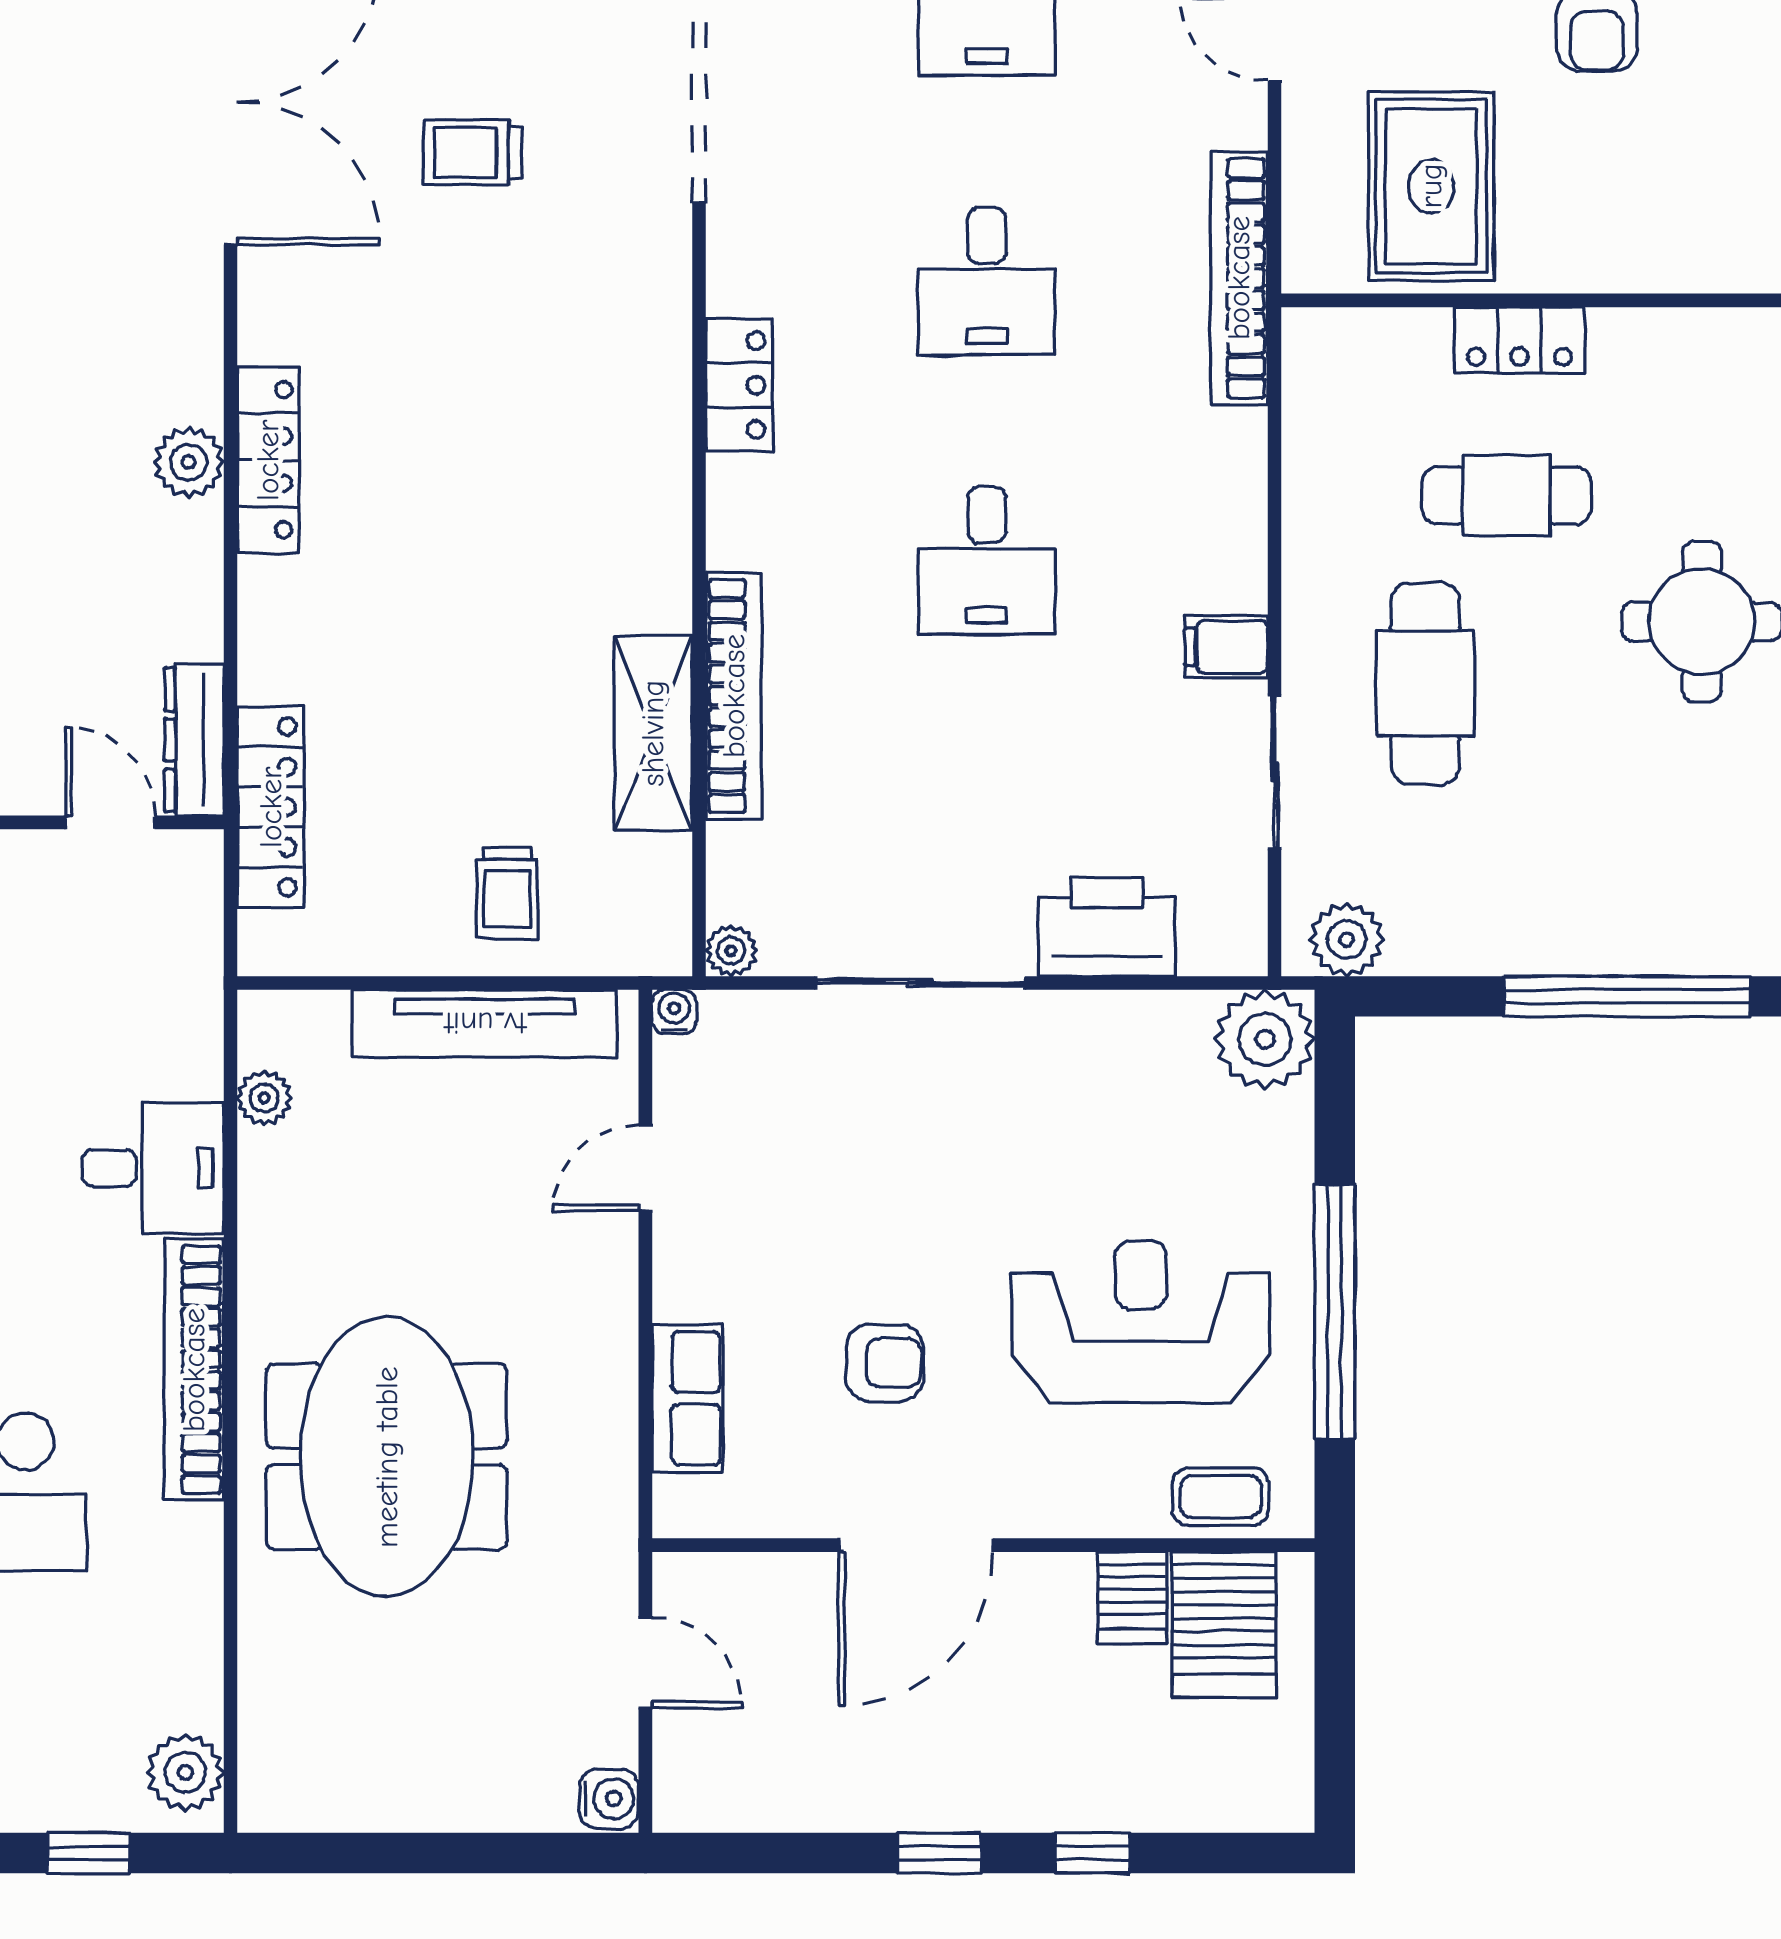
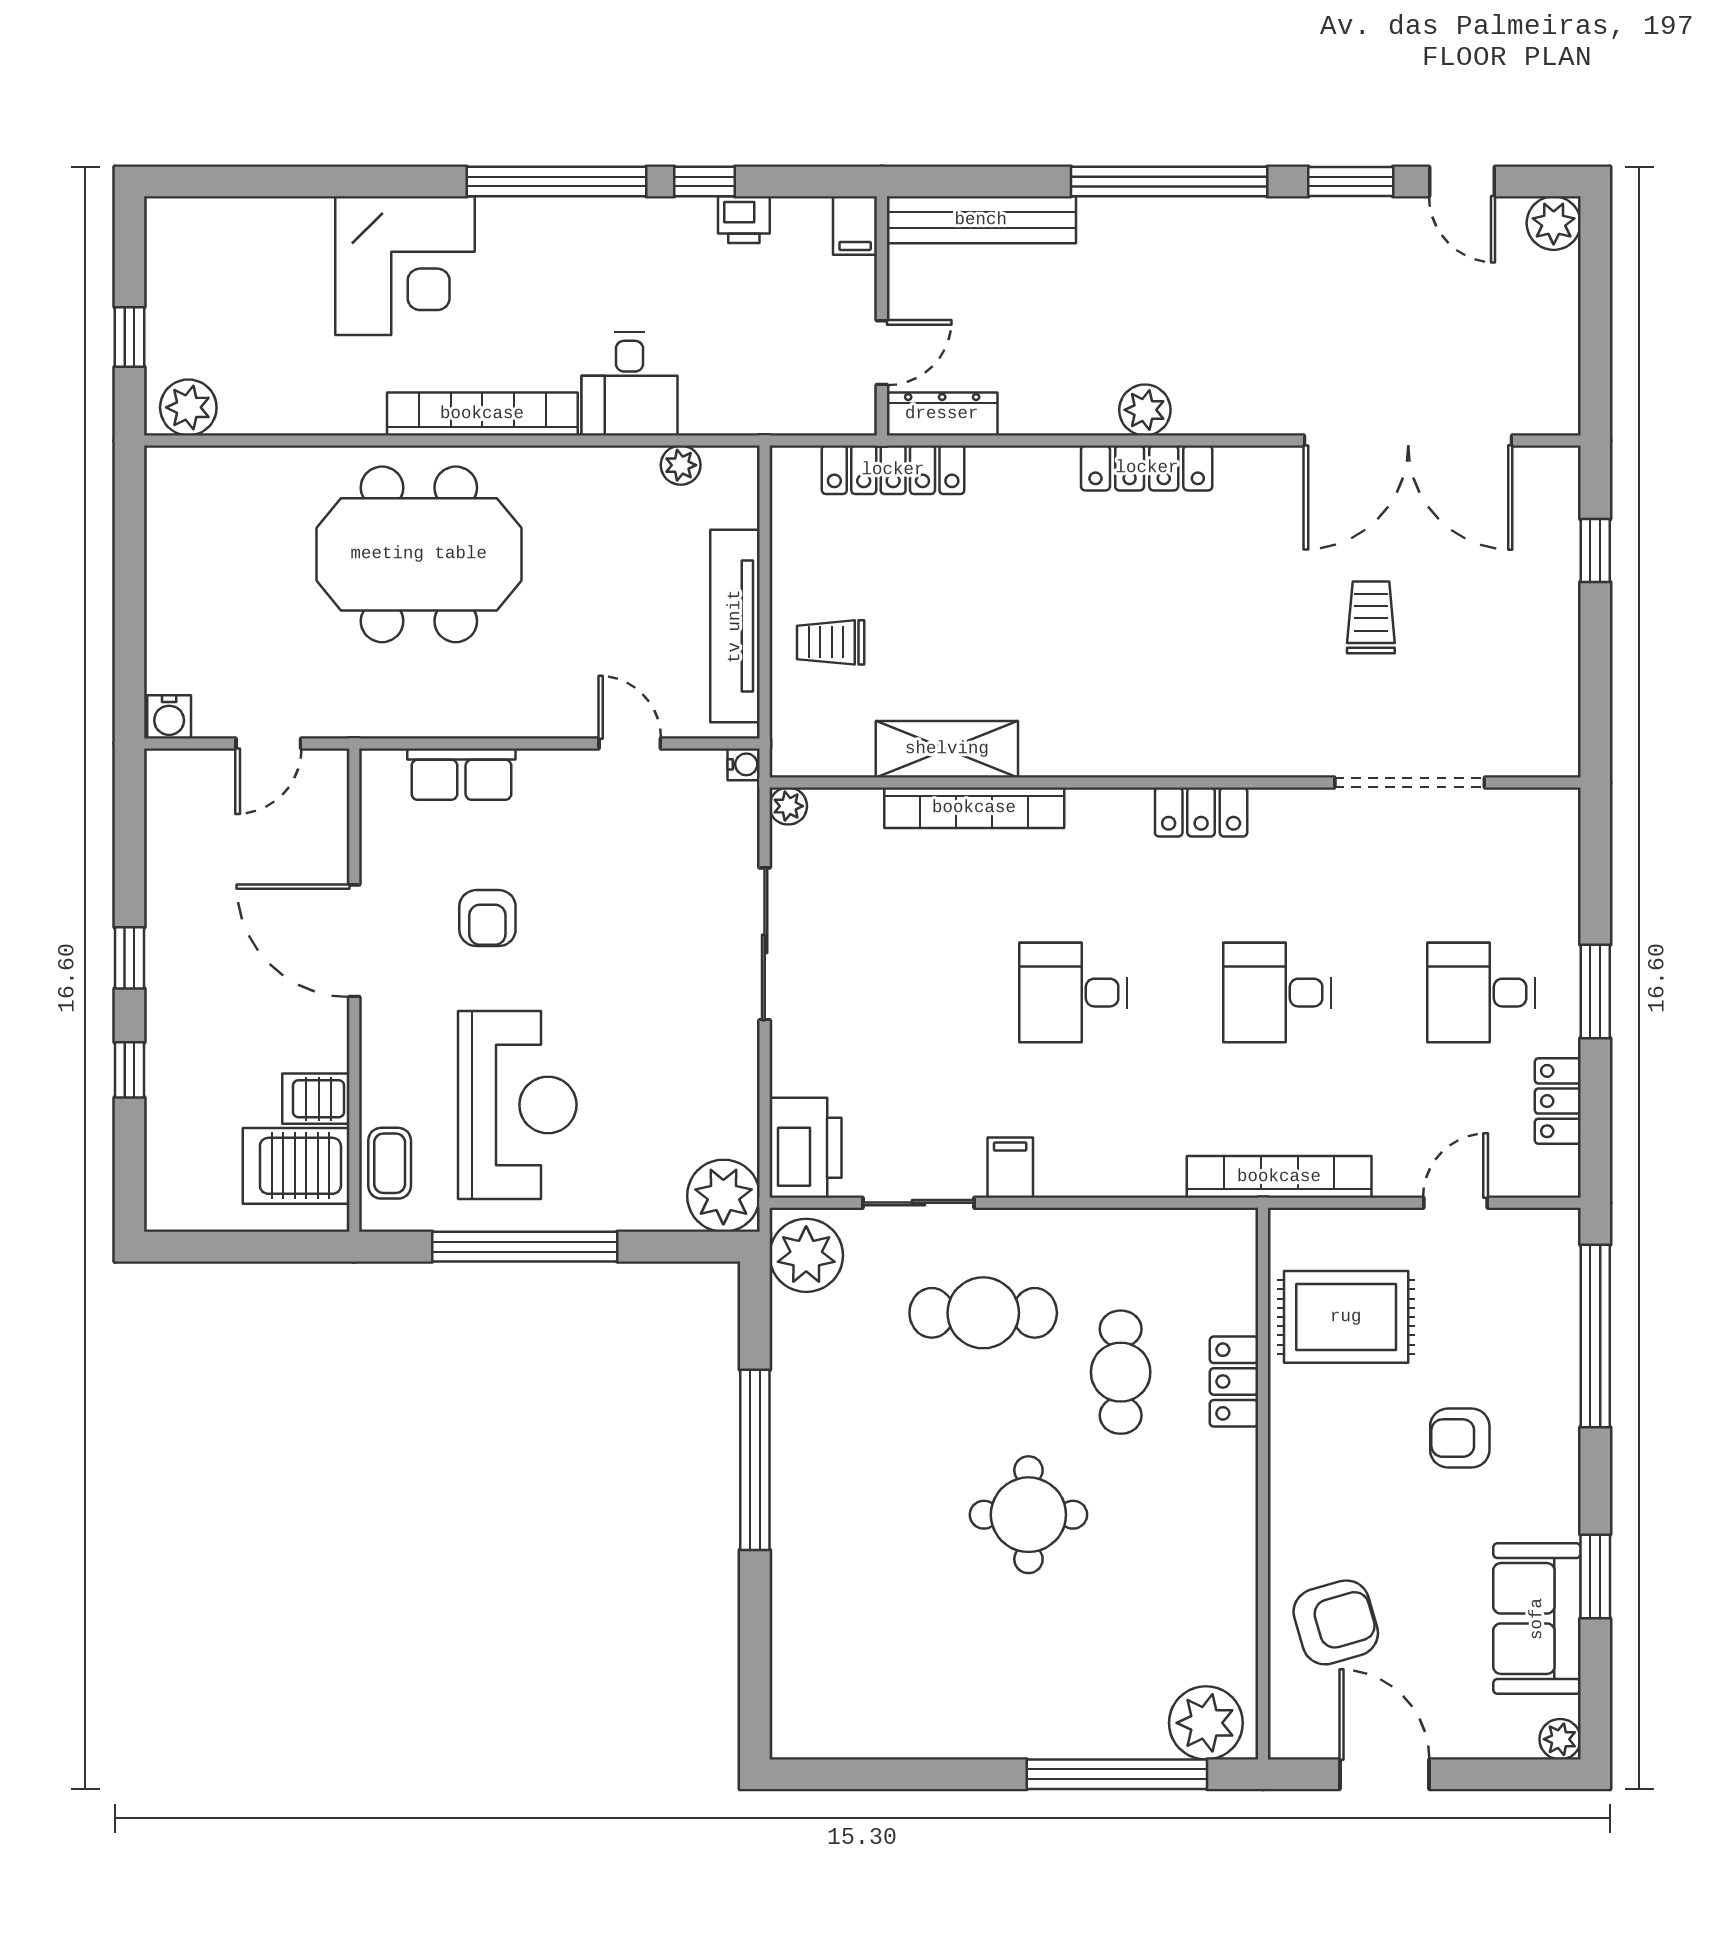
printer: (1107, 927) -> (805, 1148), moved
plant: (1347, 939) -> (806, 1255), width x1.36, depth x1.36

